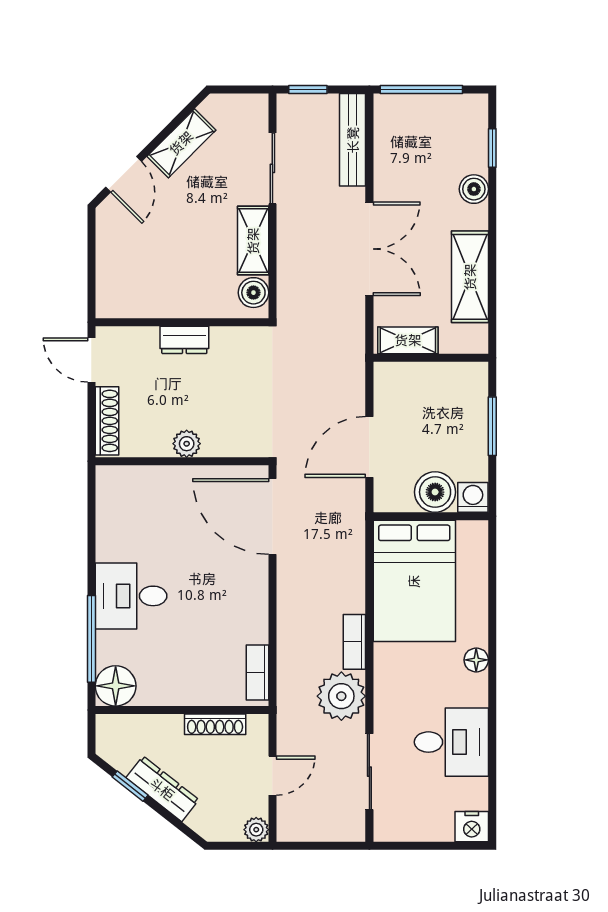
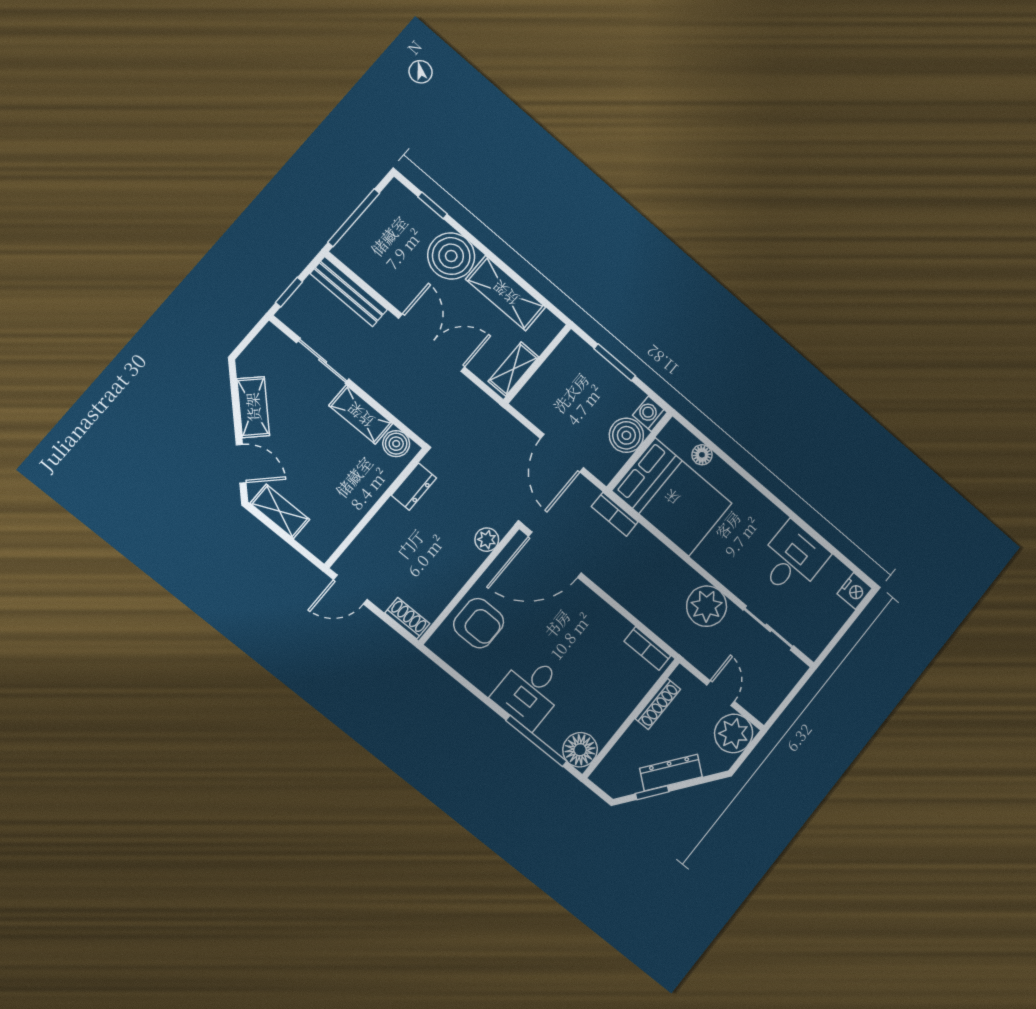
boiler: (474, 189) -> (451, 256), width x1.86, depth x1.86
shelving: (110, 242) -> (280, 511), added
dresser: (184, 340) -> (414, 487), moved
shoe rack: (107, 421) -> (407, 618), width x0.70
plant: (187, 444) -> (487, 540), moved
armchair: (155, 499) -> (479, 623), added
bookcase: (354, 642) -> (615, 514), moved
floor lamp: (476, 660) -> (702, 455), moved
plant: (256, 830) -> (734, 733), width x1.87, depth x1.87

